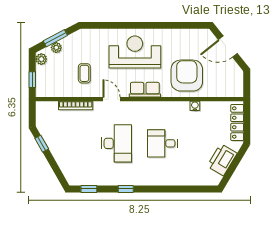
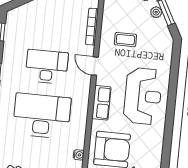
door: (112, 99) -> (95, 66), swing flipped
desk: (117, 143) -> (47, 67), turned 180
desk: (162, 143) -> (42, 116), width x1.87, depth x1.30

